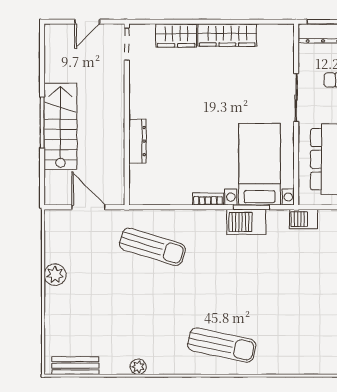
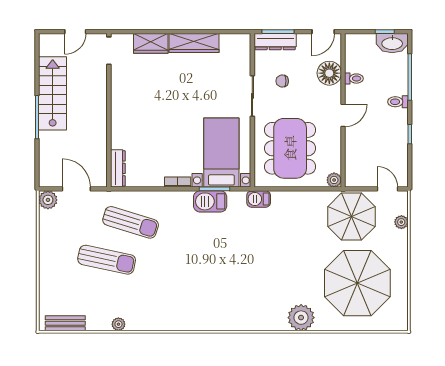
stairs: (60, 126) -> (53, 93), moved
dresser: (137, 141) -> (118, 168), moved
plant: (55, 275) -> (48, 200), moved
sun lounger: (222, 345) -> (107, 260), moved

